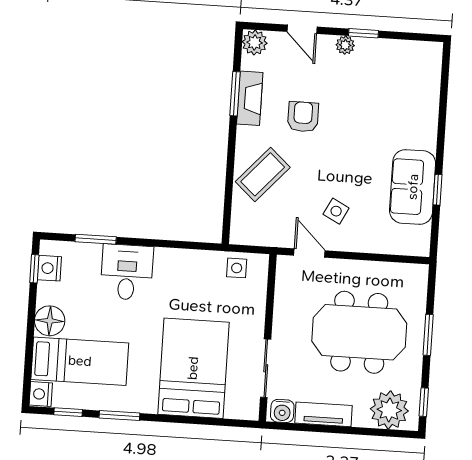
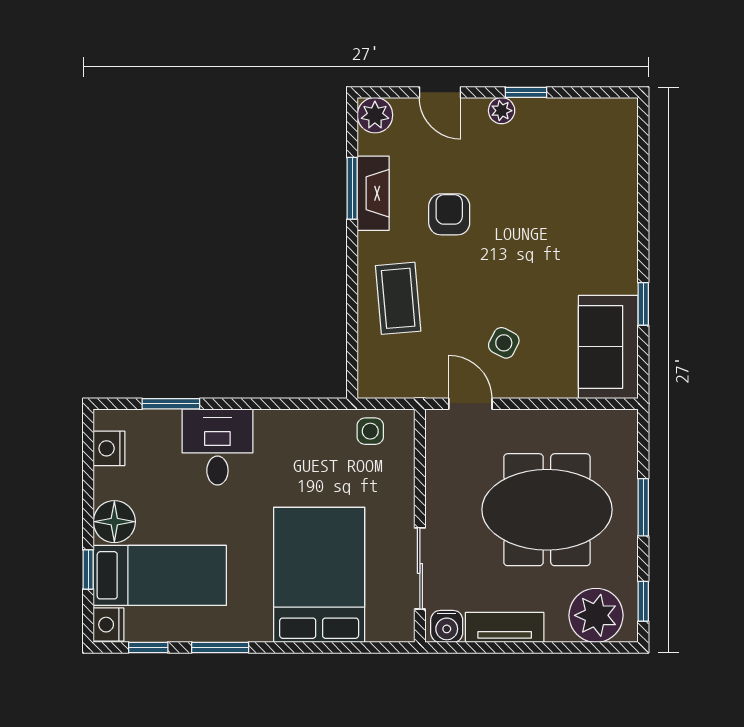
coffee table: (263, 174) -> (398, 298), turned -47
sofa: (413, 187) -> (608, 347), moved
window: (34, 269) -> (88, 569), moved

